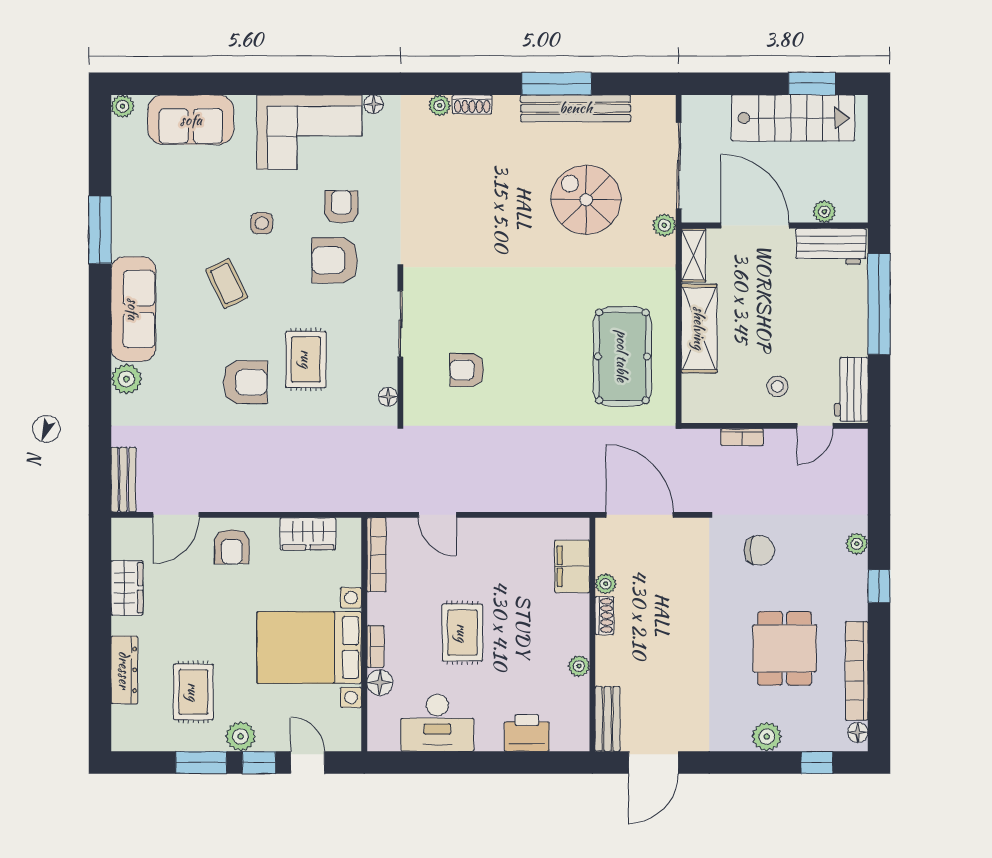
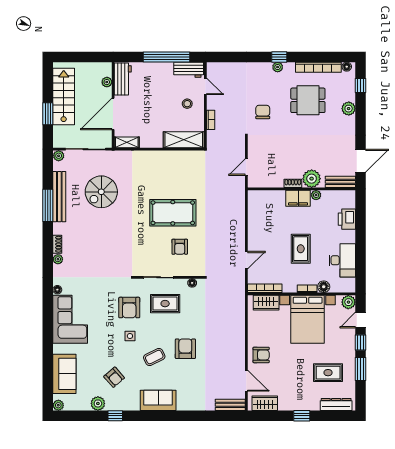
window: (812, 84) -> (48, 114), moved
armchair: (341, 207) -> (114, 377), moved, turned -131
side table: (262, 223) -> (130, 336), moved
plant: (664, 225) -> (59, 156), moved
window: (100, 230) -> (115, 416), width x0.46
coffee table: (227, 284) -> (154, 357), moved
window: (879, 304) -> (167, 57), moved
sofa: (133, 309) -> (158, 400), width x0.73
shelving: (699, 328) -> (184, 140), moved
pool table: (622, 356) -> (173, 213), moved
rug: (306, 359) -> (165, 304), moved
plant: (126, 379) -> (98, 403), moved
door: (640, 515) -> (246, 167), width x0.53
wardrobe: (308, 534) -> (266, 303), moved, turned 90
plant: (857, 544) -> (278, 67), moved
filing cabinet: (572, 566) -> (298, 198), moved
plant: (606, 584) -> (312, 179), moved, width x1.88, depth x1.88
wardrobe: (127, 588) -> (265, 403), moved
rug: (462, 633) -> (301, 249), turned 90
window: (100, 635) -> (302, 416), added
dresser: (124, 670) -> (336, 404), moved
plant: (241, 736) -> (348, 302), moved
door: (653, 763) -> (361, 161), hinge flipped

